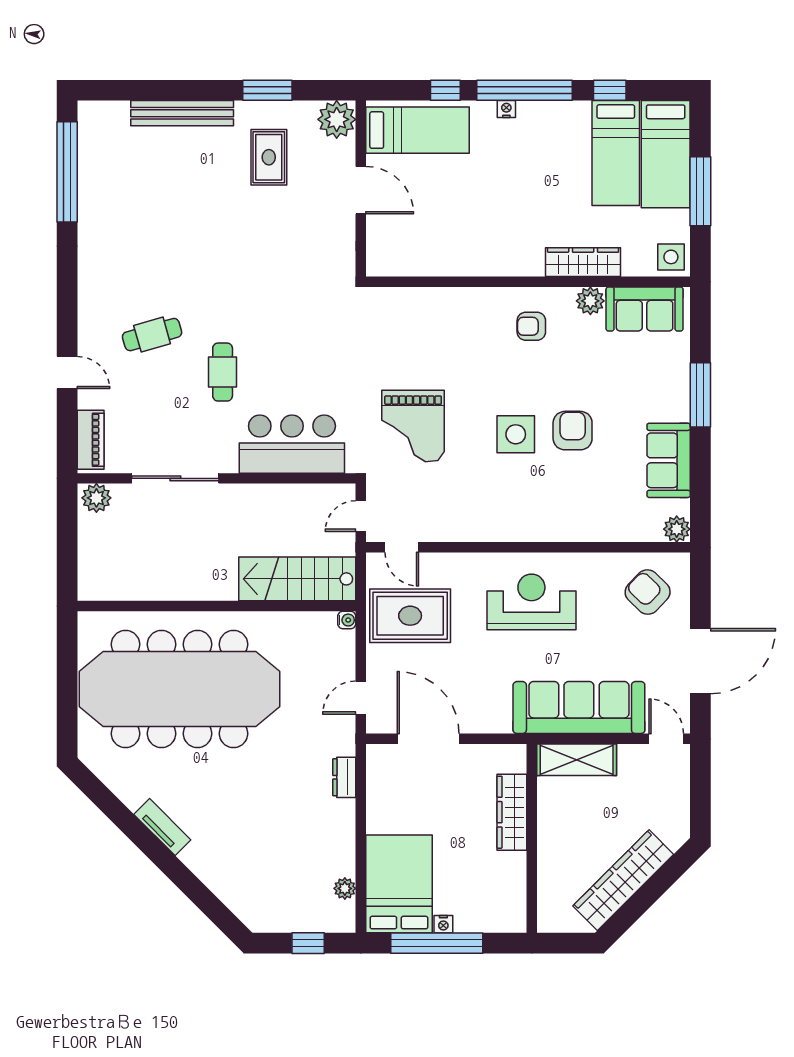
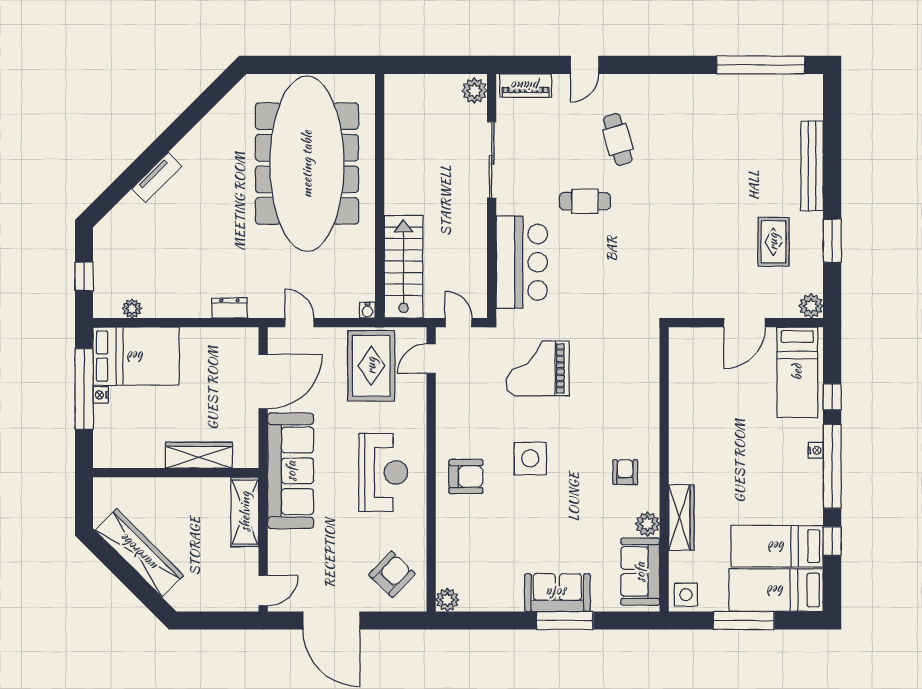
plant: (337, 119) -> (811, 306), width x0.73, depth x0.73
rug: (269, 157) -> (773, 242), turned 90
armchair: (573, 431) -> (466, 477), moved
sofa: (669, 460) -> (557, 593), moved
sofa: (579, 708) -> (291, 471), moved
tv unit: (162, 827) -> (157, 177), moved

